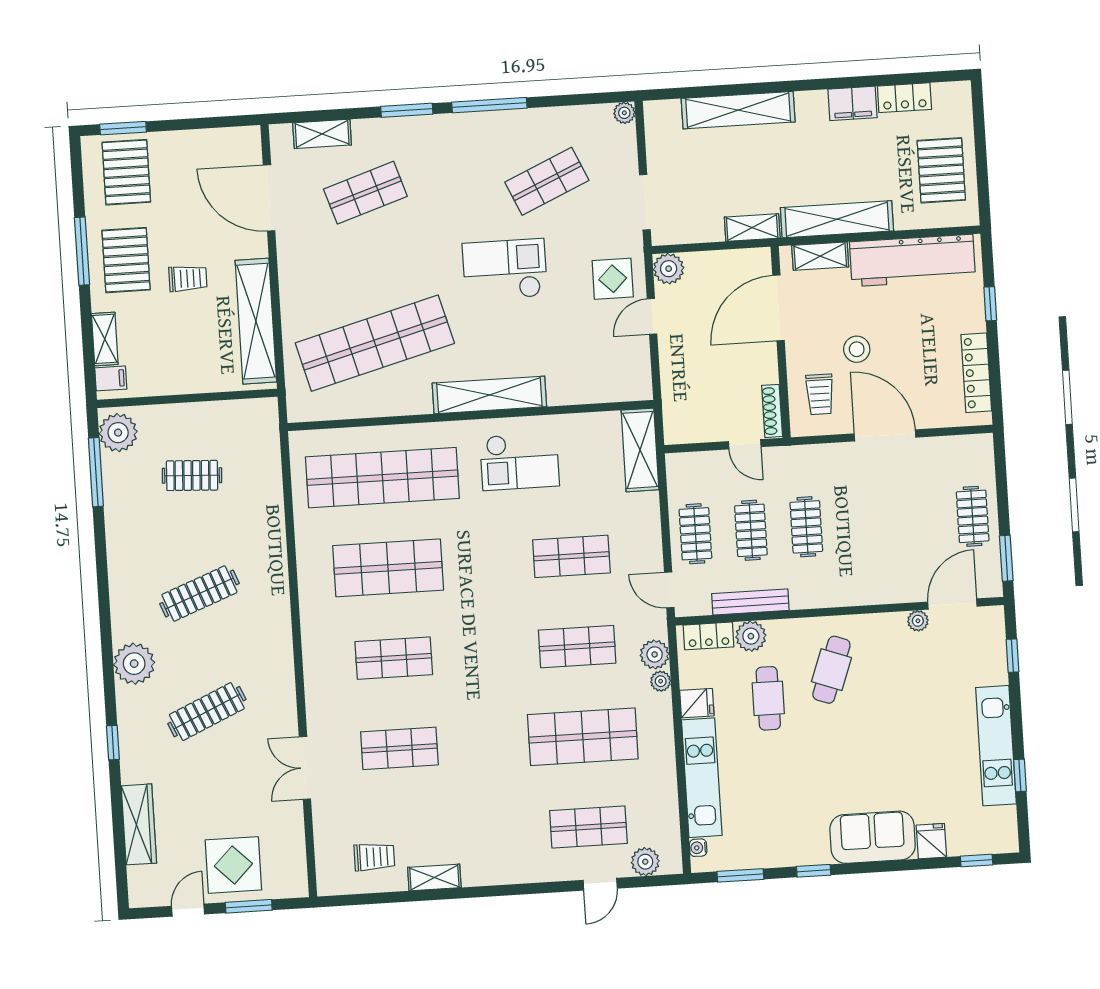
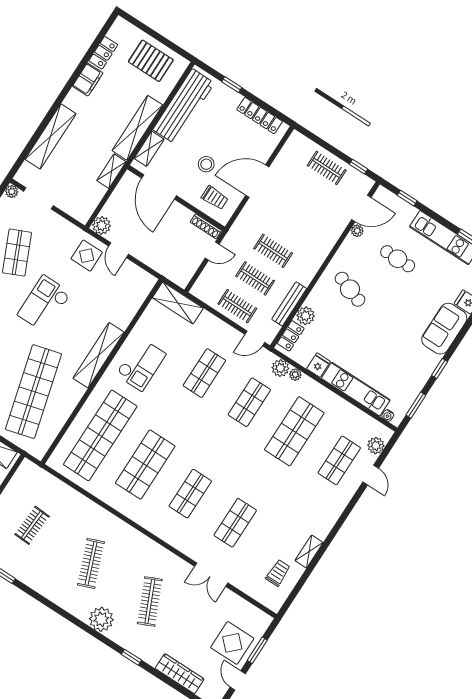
doorway: (645, 202) -> (39, 198), moved
window: (1006, 558) -> (359, 167), width x0.67
door: (952, 604) -> (361, 208), swing flipped
cafe table: (768, 698) -> (398, 259), moved

